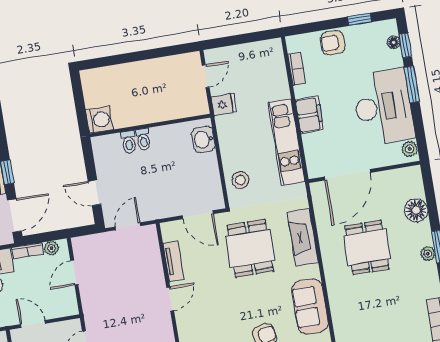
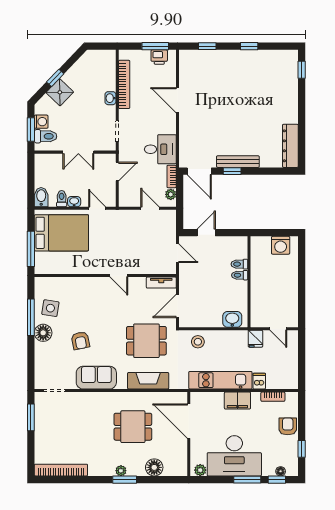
dishwasher: (279, 90) -> (259, 381), added
washing machine: (99, 120) -> (281, 245), moved
tv unit: (173, 261) -> (161, 283), moved

